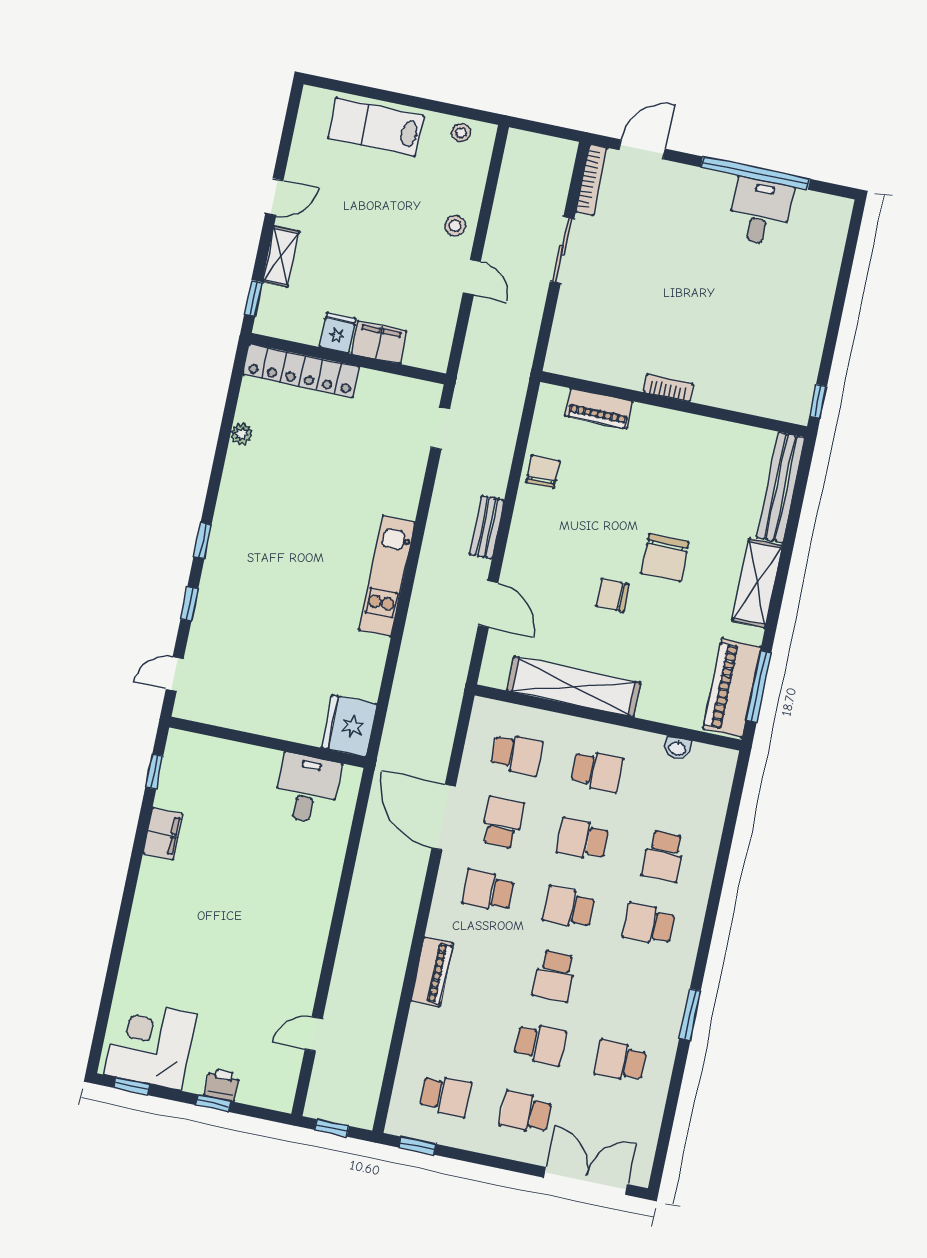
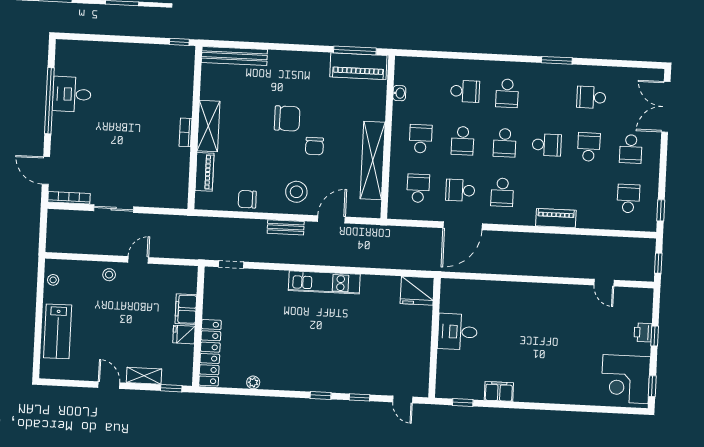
stool: (542, 554) -> (296, 192), added
shelving: (757, 583) -> (208, 126), moved, turned 90
desk: (307, 789) -> (457, 332), moved
school desk: (620, 1061) -> (591, 97), turned 90

